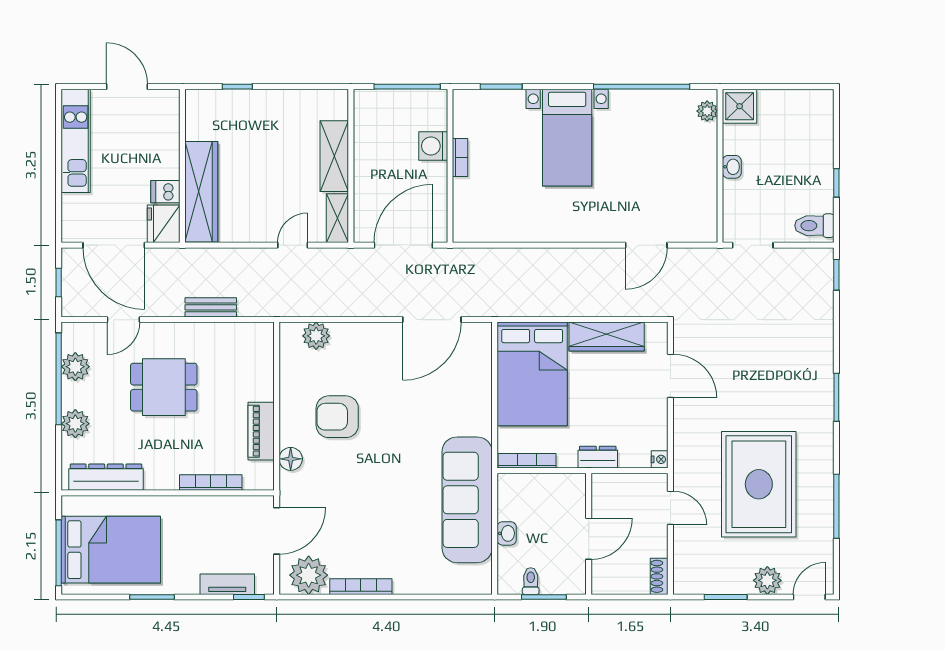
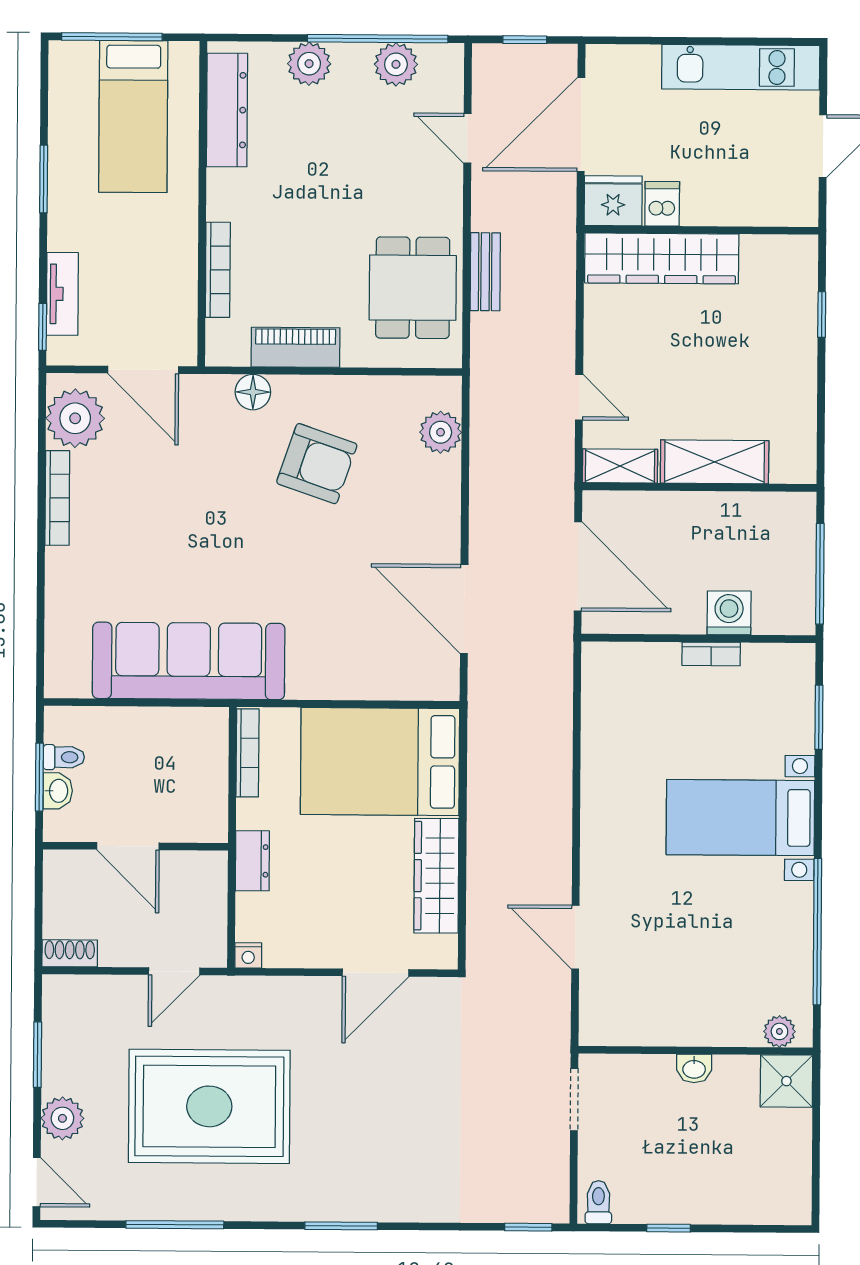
toilet: (814, 226) -> (598, 1202), width x0.73, depth x0.72
dining table: (164, 387) -> (413, 288), moved
armchair: (337, 417) -> (317, 464), turned 109
washbasin: (507, 533) -> (58, 791), moved, turned -90
bed: (111, 550) -> (133, 117), width x0.67

